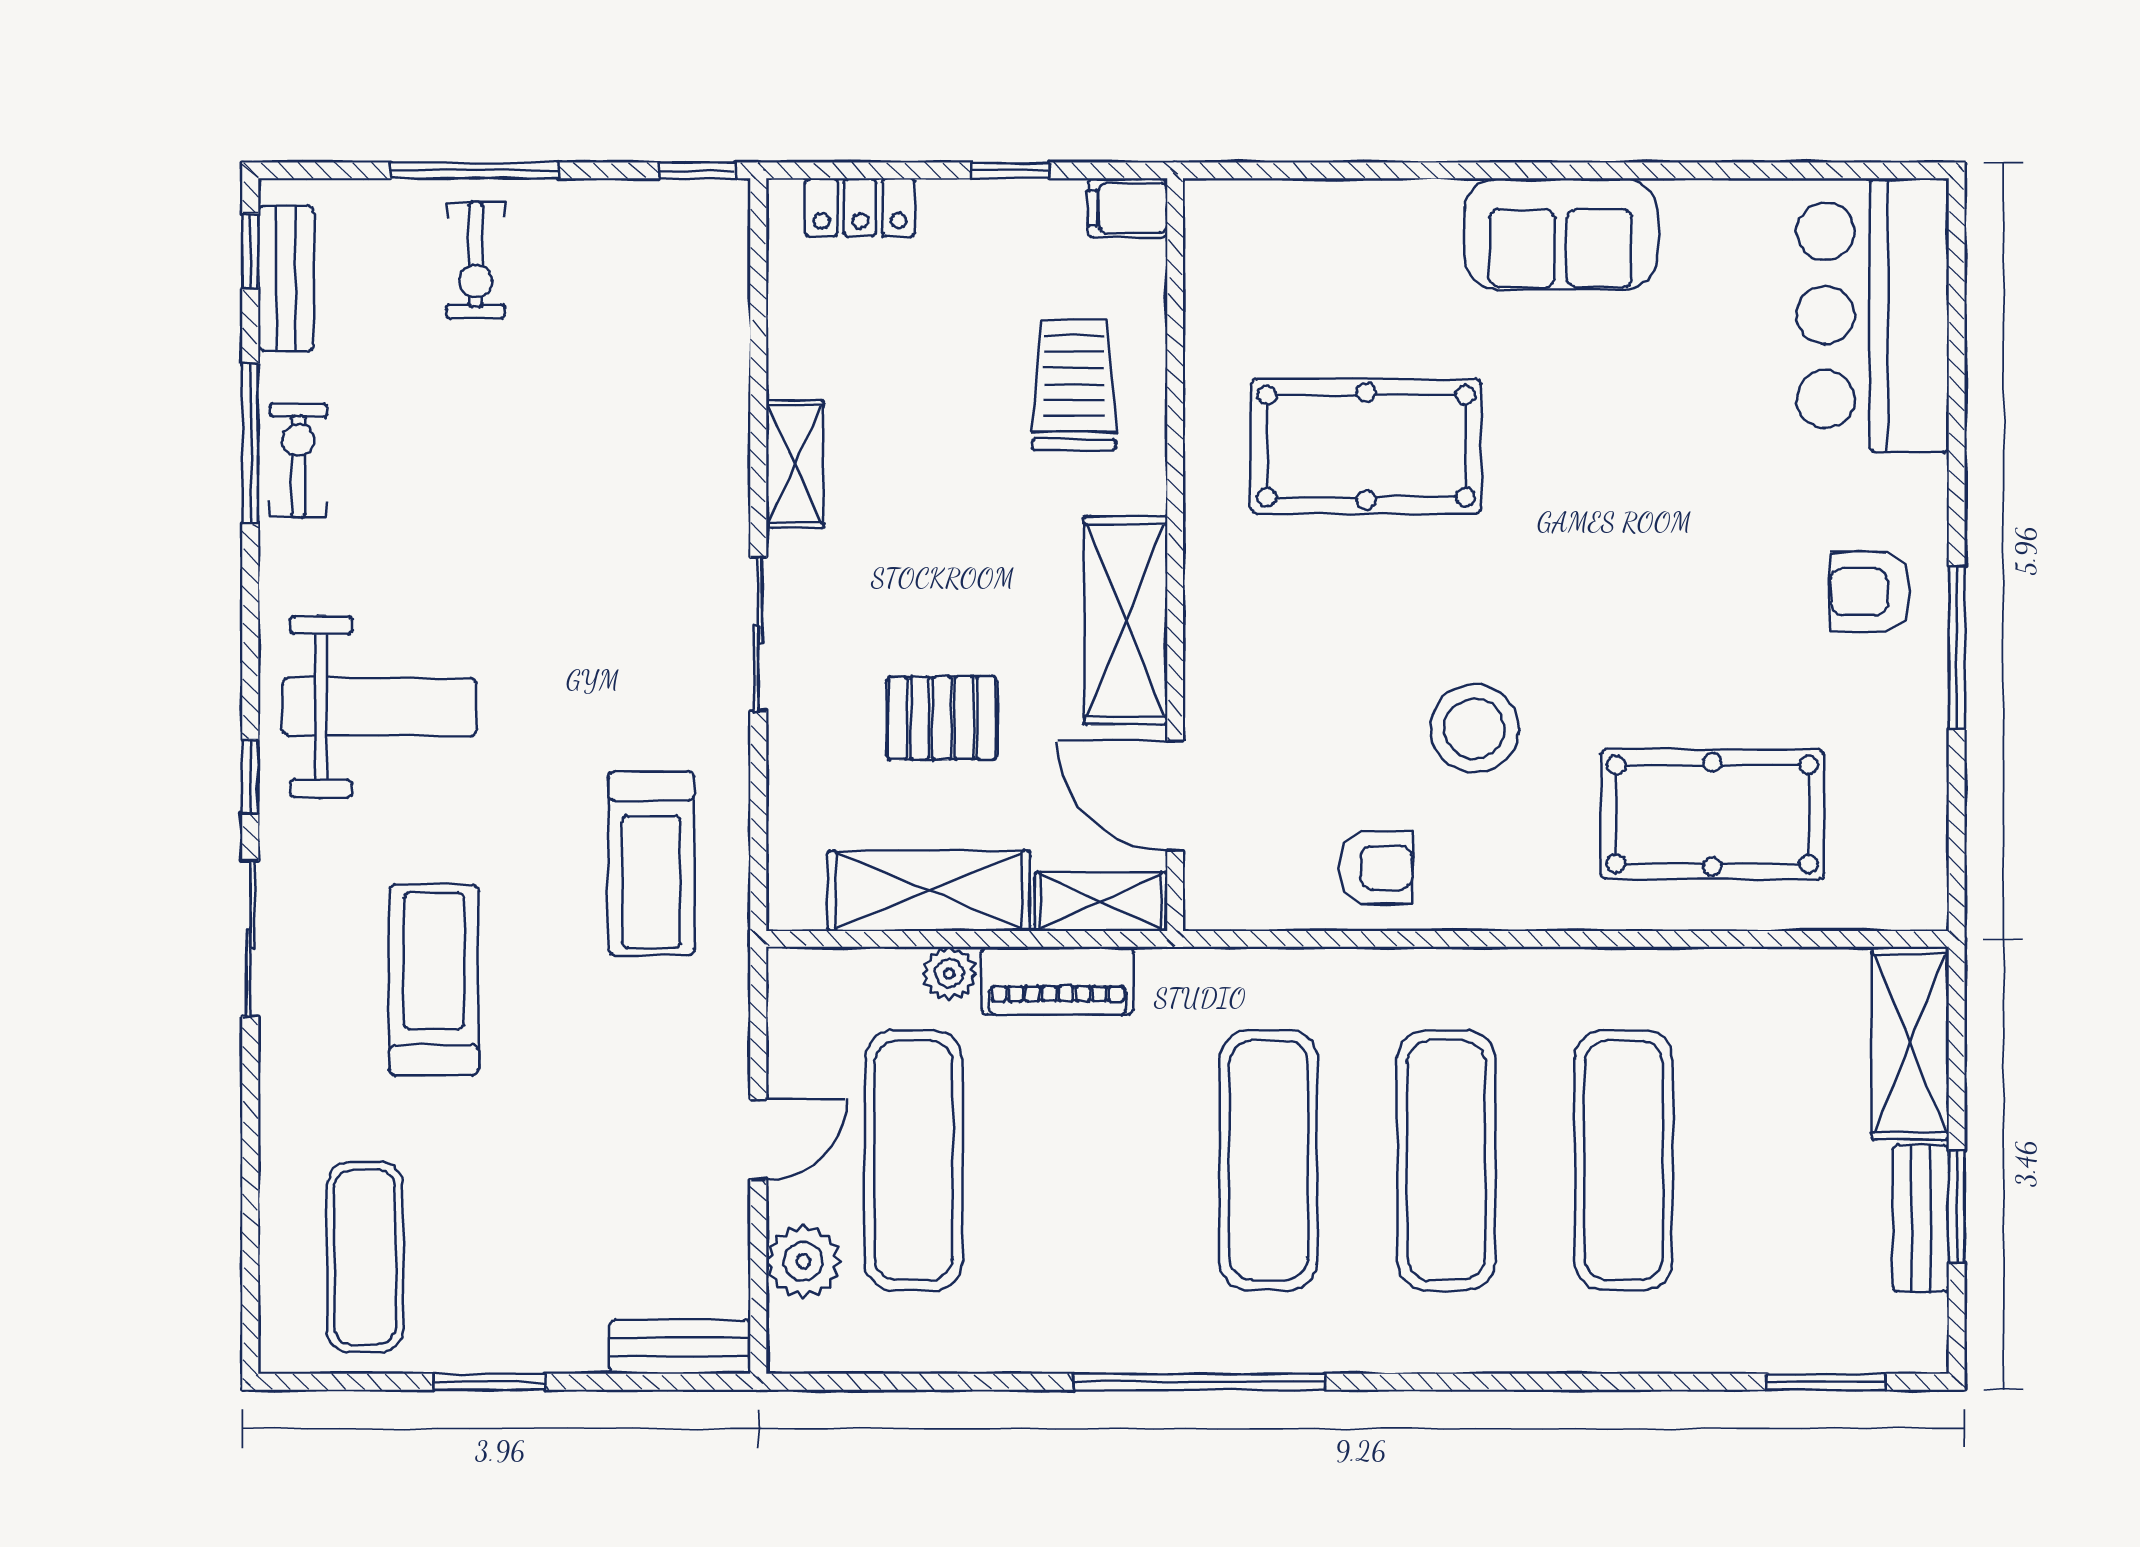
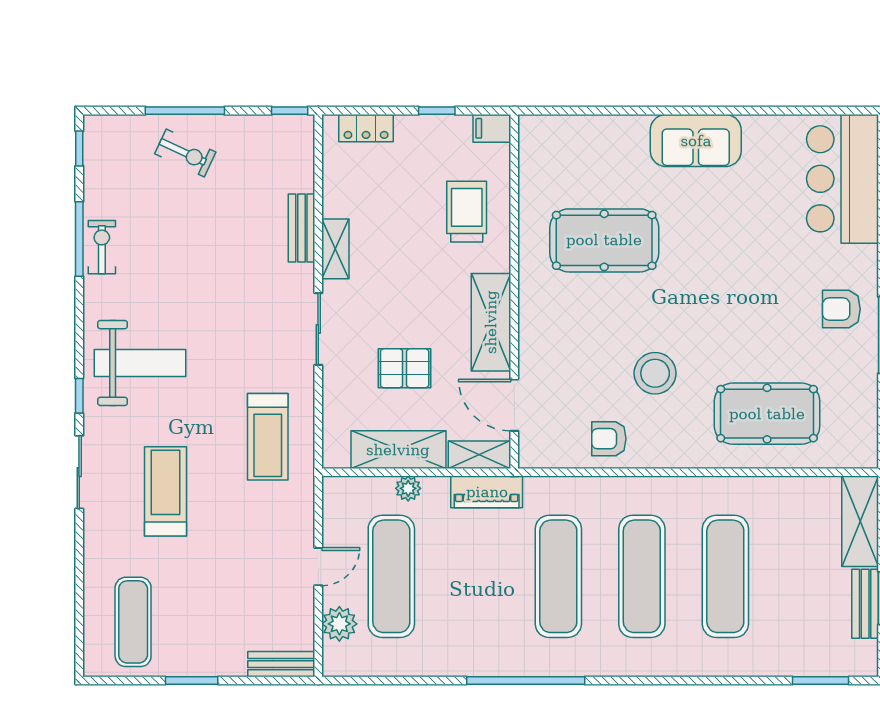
exercise bike: (476, 260) -> (185, 153), turned -65
bench: (286, 278) -> (301, 228), moved
armchair: (1376, 868) -> (609, 439), turned 180
piano: (1058, 981) -> (487, 492), moved

